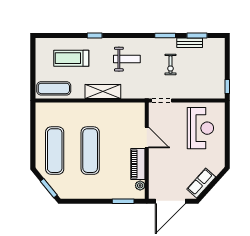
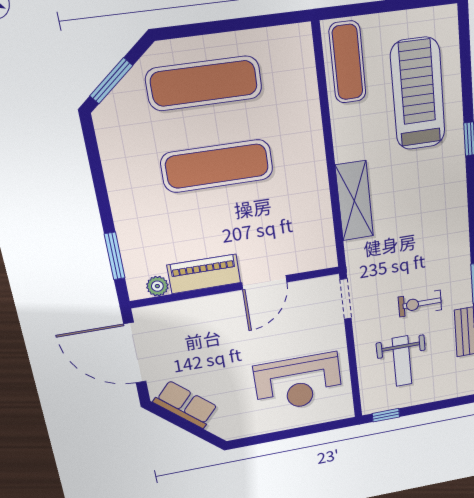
treadmill: (71, 58) -> (418, 94), width x1.37, depth x1.38
weight bench: (127, 59) -> (402, 361), moved
shelving: (103, 92) -> (354, 201), moved

